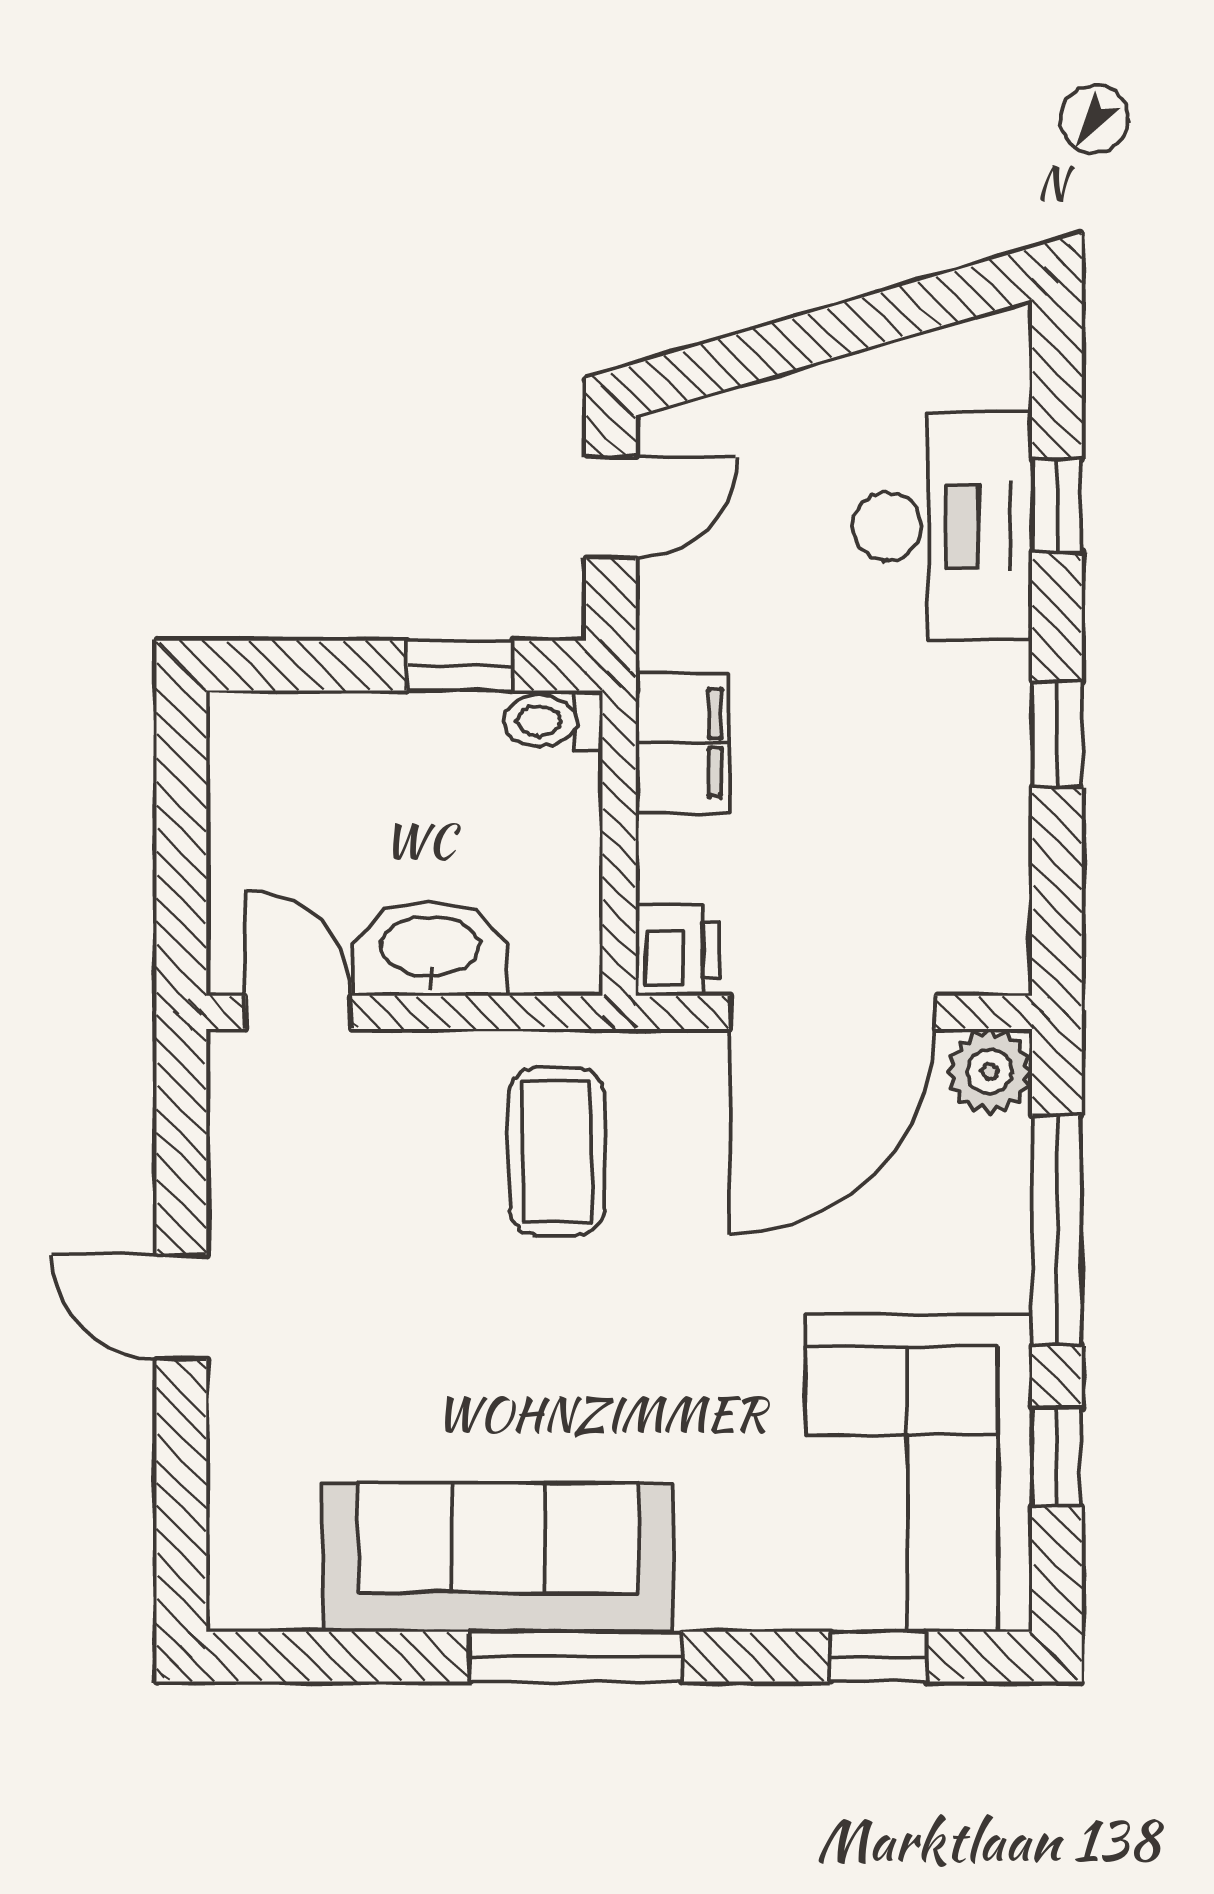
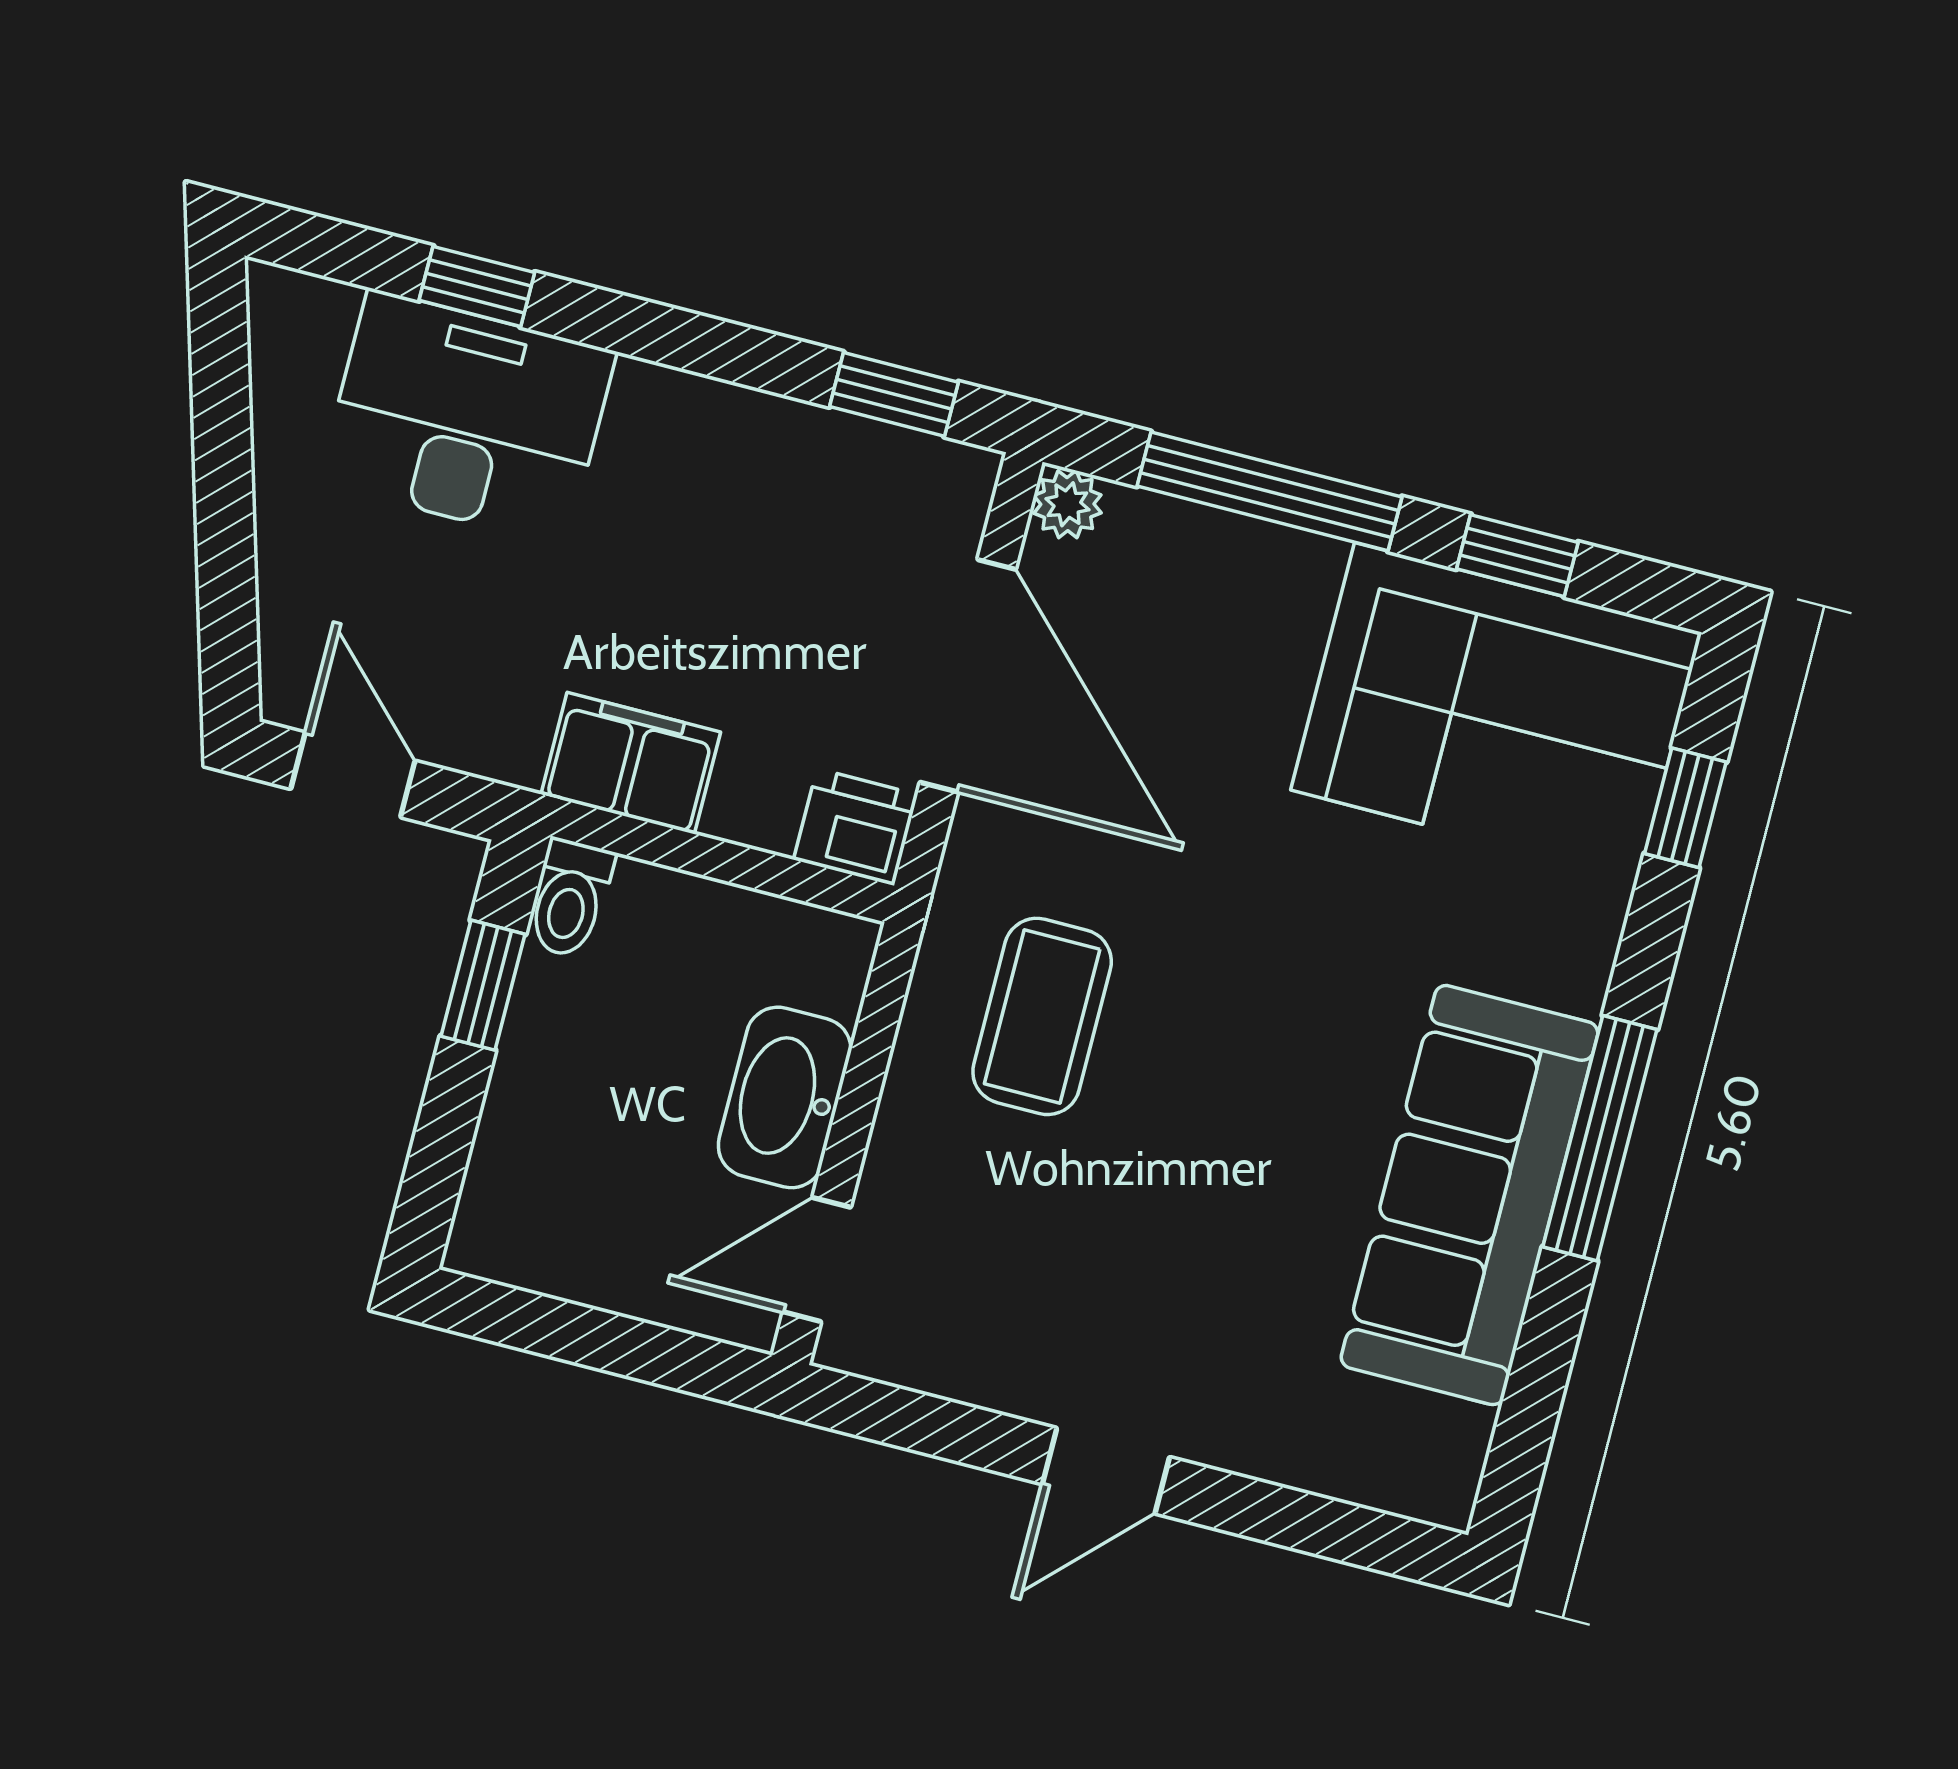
window: (1057, 734) -> (894, 394), moved
plant: (990, 1071) -> (1067, 504), width x0.73, depth x0.73
coffee table: (557, 1152) -> (1042, 1016), turned 90

